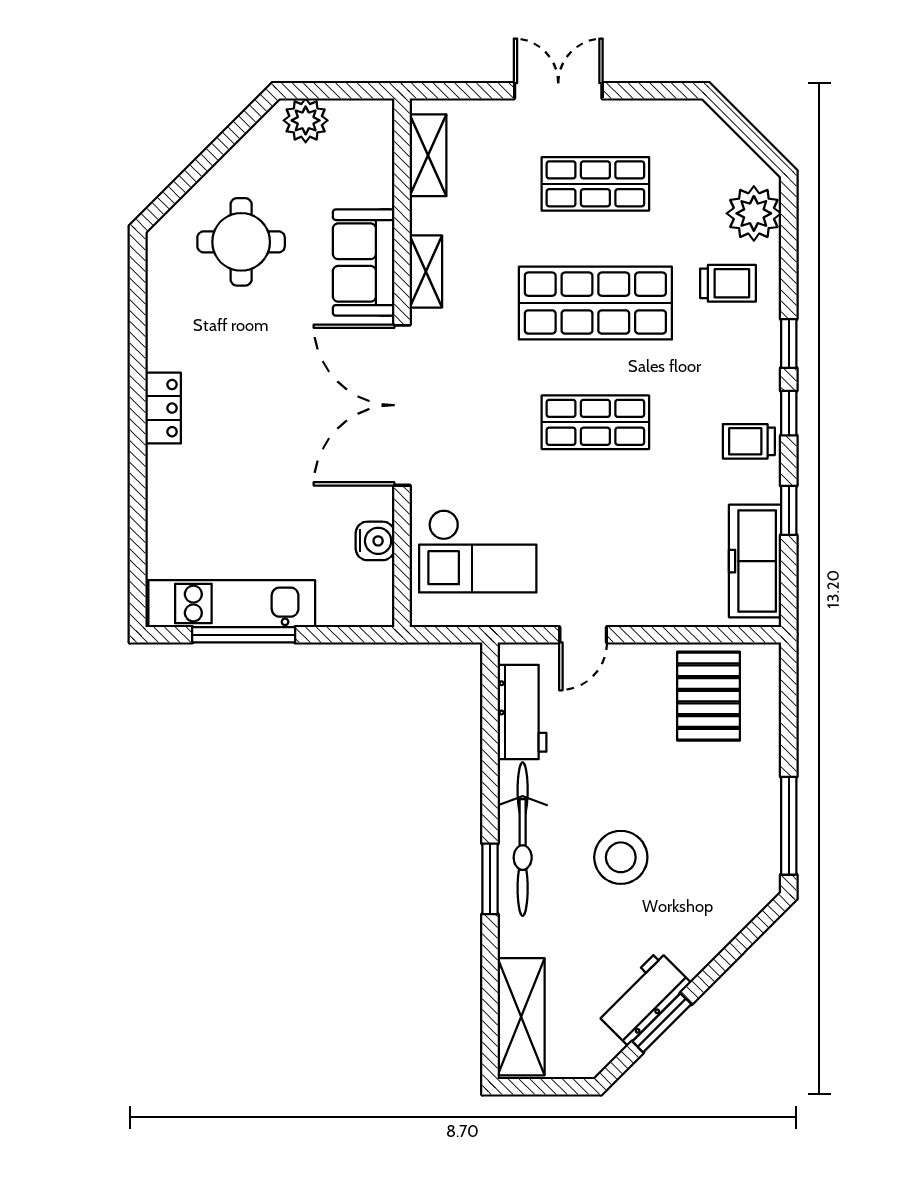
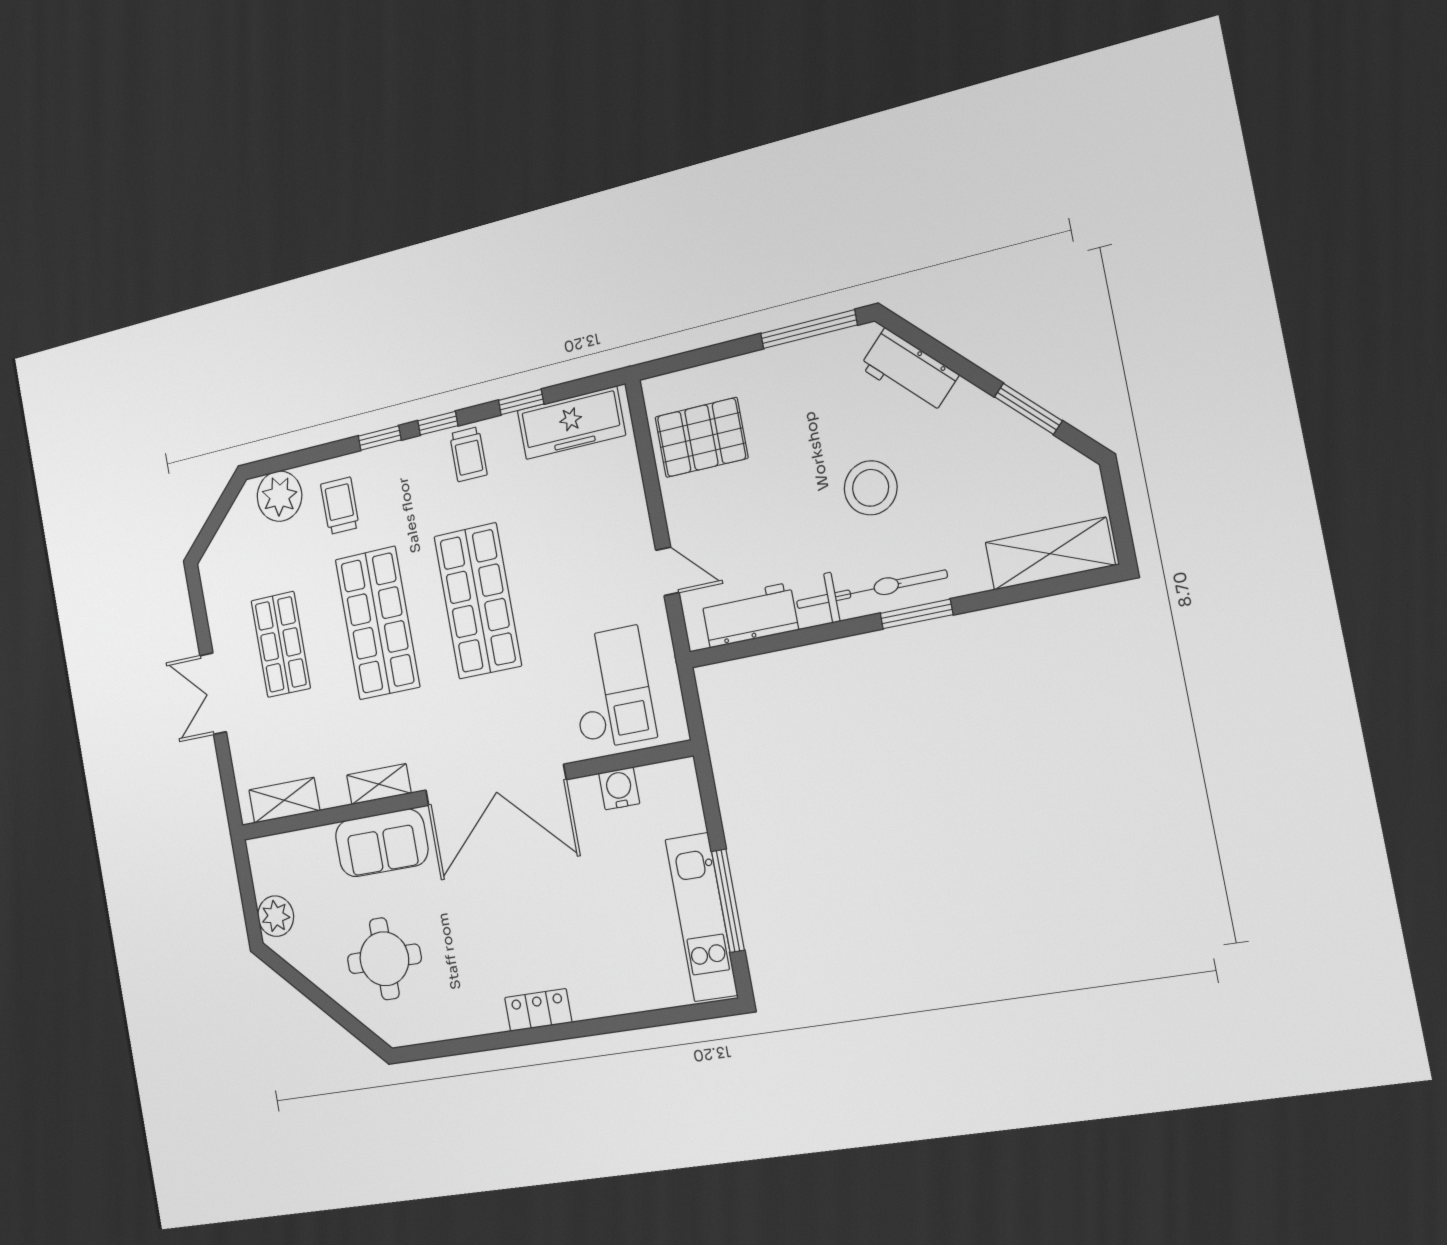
shop shelf: (595, 422) -> (478, 601), width x1.43, depth x1.36
workbench: (643, 998) -> (909, 371), moved

